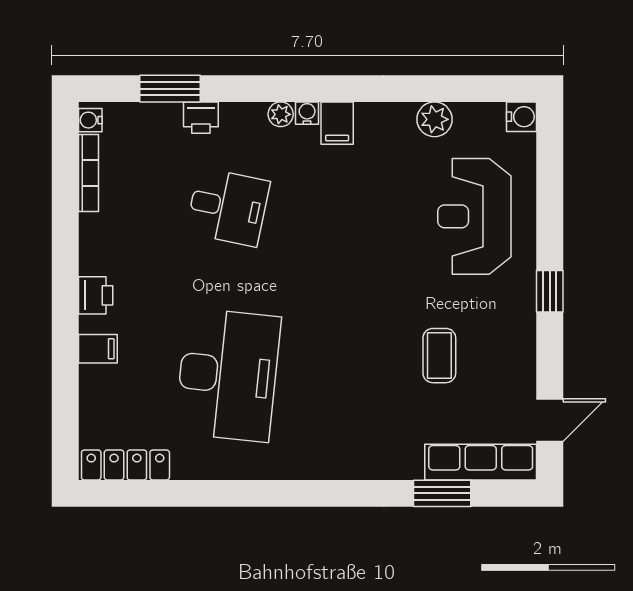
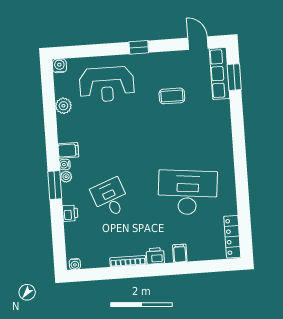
window: (170, 89) -> (55, 185), moved
bookcase: (88, 173) -> (128, 261), moved
desk: (228, 207) -> (110, 198), turned -33
window: (442, 493) -> (234, 77), moved

